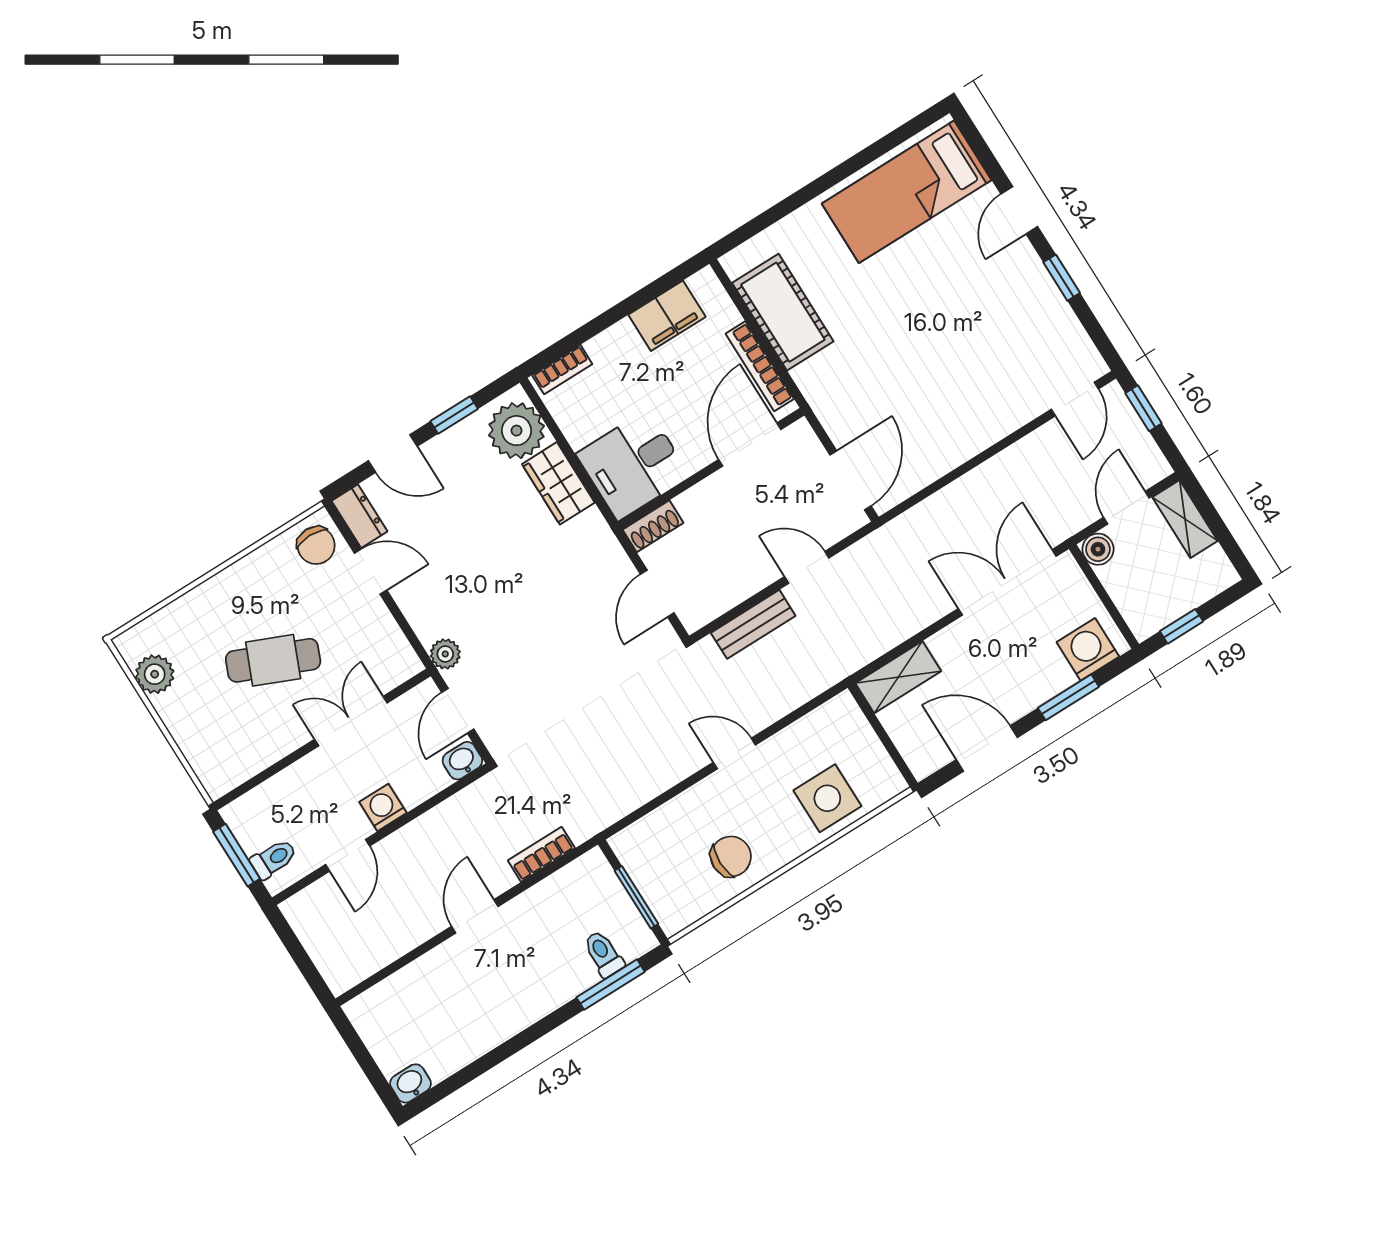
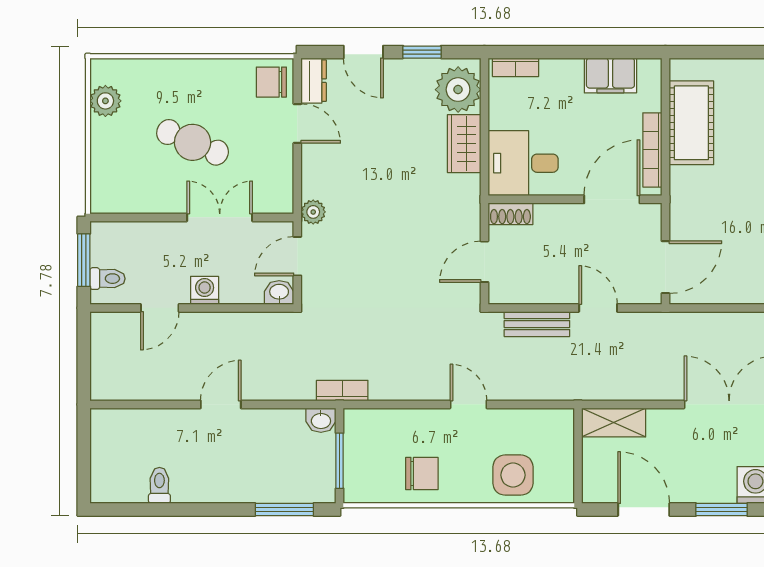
chair: (316, 545) -> (271, 82), turned 90
bookcase: (541, 854) -> (342, 391), moved
toilet: (603, 954) -> (159, 485), moved
washbasin: (411, 1083) -> (321, 420), moved, turned 180

